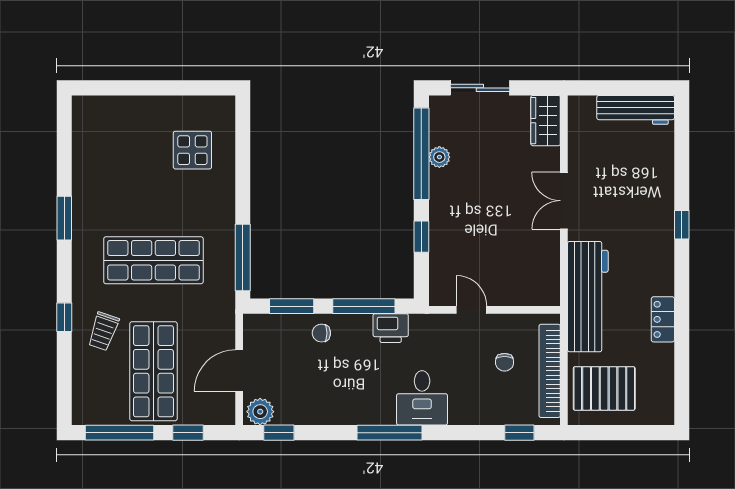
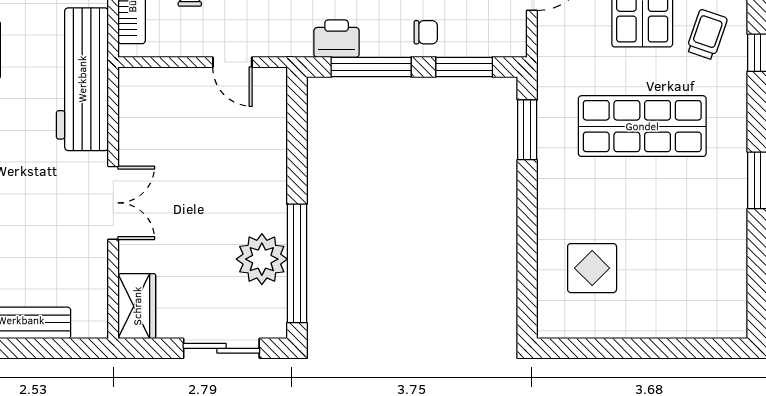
plant: (439, 157) -> (262, 259), width x1.87, depth x1.87
window: (421, 237) -> (297, 157), removed
window: (243, 257) -> (527, 130), width x0.69

